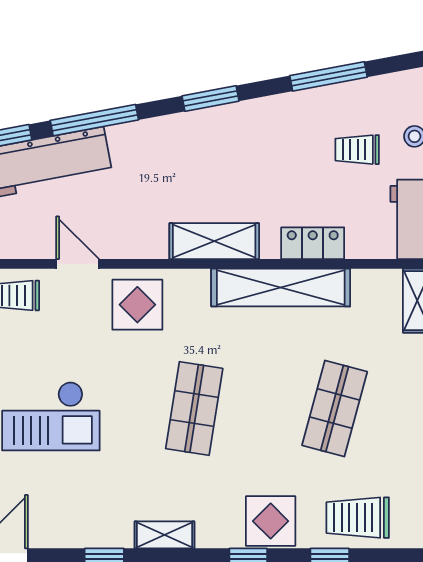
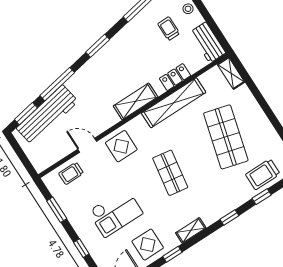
trolley: (357, 150) -> (169, 29), turned 90
shop shelf: (335, 408) -> (226, 137), width x1.43, depth x1.36
display table: (271, 521) -> (148, 245), moved

